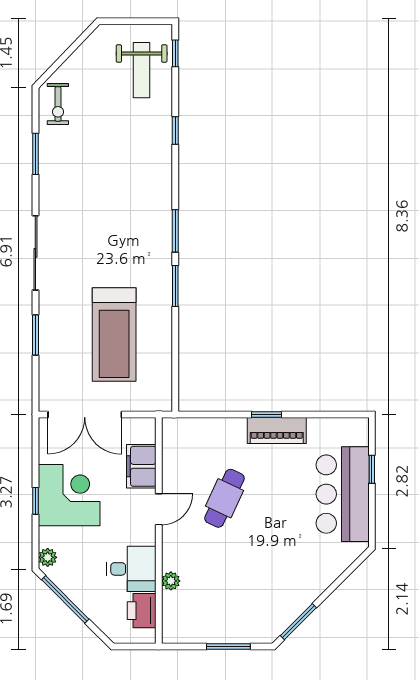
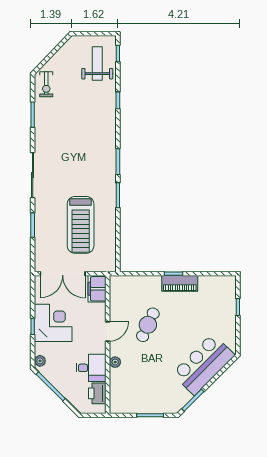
weight bench: (142, 70) -> (97, 64), turned 180
filing cabinet: (141, 466) -> (97, 289), moved
bar counter: (343, 494) -> (203, 364), moved, turned 45
plant: (171, 581) -> (115, 362), moved

